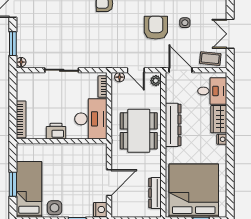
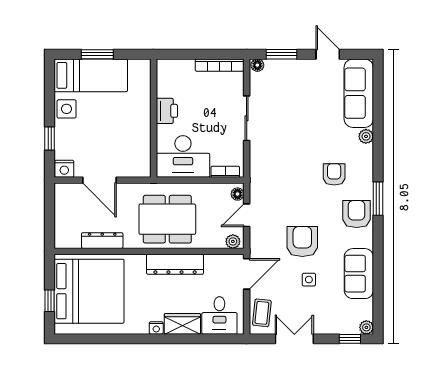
armchair: (156, 28) -> (302, 242), turned -90
bookcase: (21, 119) -> (220, 65), moved
dresser: (155, 193) -> (102, 241), moved

